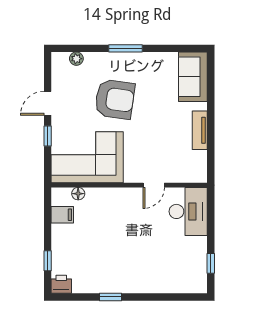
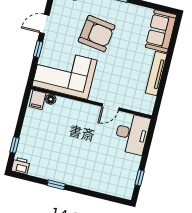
tv unit: (200, 130) -> (156, 74), width x1.41
filing cabinet: (62, 215) -> (37, 100), moved, turned 90

